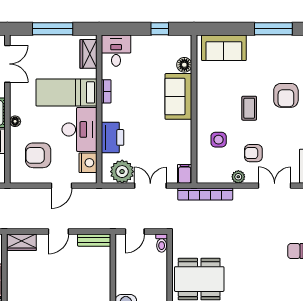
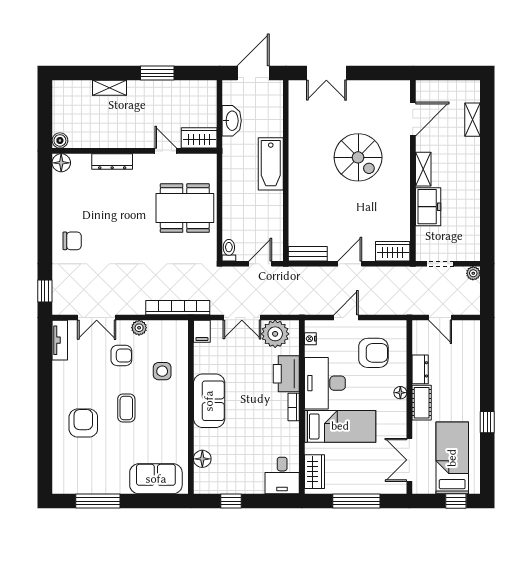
bookcase: (106, 91) -> (294, 407), moved
sofa: (178, 96) -> (209, 401), moved
nightstand: (88, 163) -> (310, 339), width x0.53, depth x0.56

